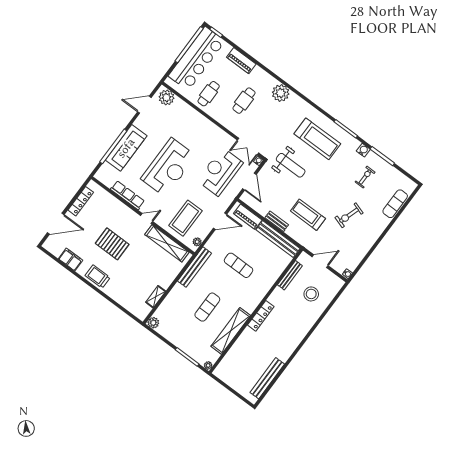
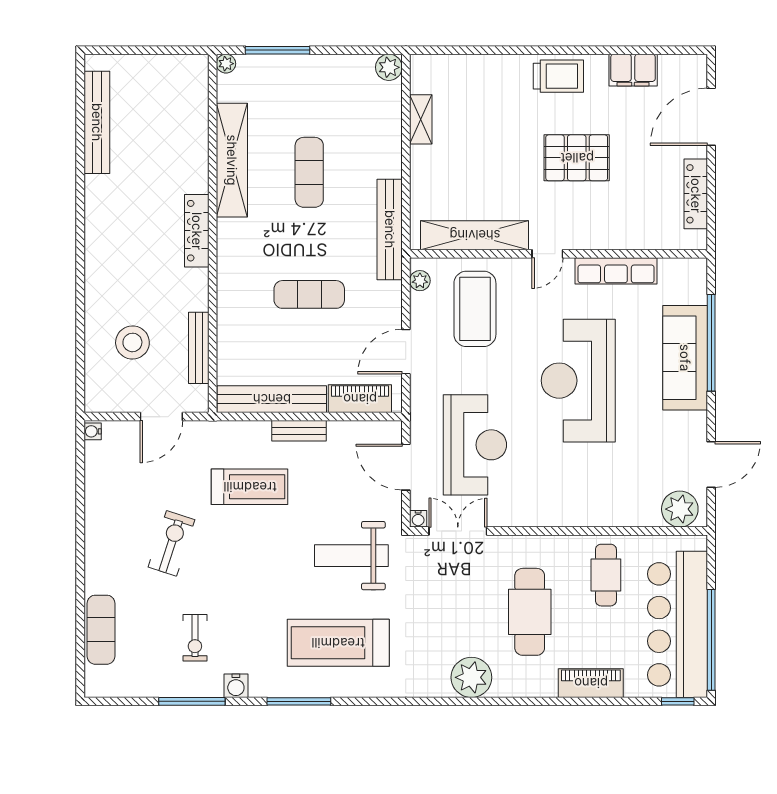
cafe table: (244, 101) -> (530, 612), width x1.37, depth x1.35

